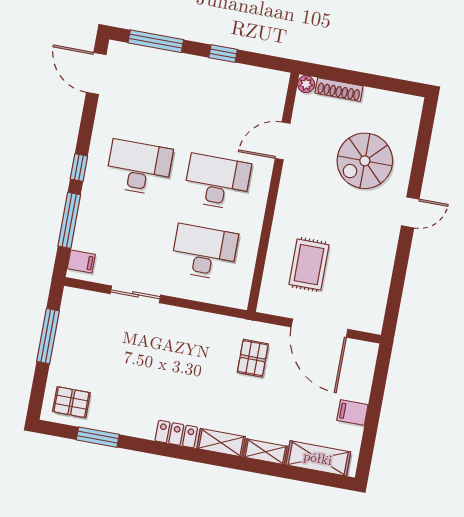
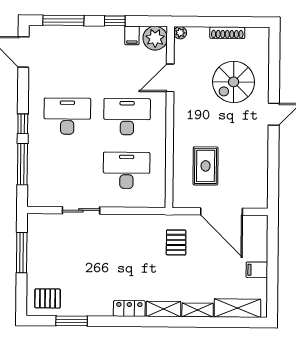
plant: (272, 86) -> (155, 38), added
shoe rack: (339, 90) -> (227, 33), moved
filing cabinet: (81, 261) -> (132, 35), moved, turned 90

